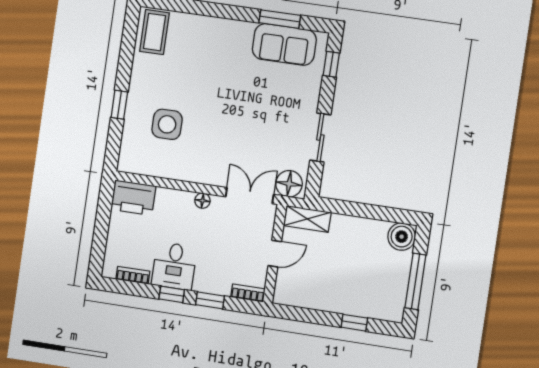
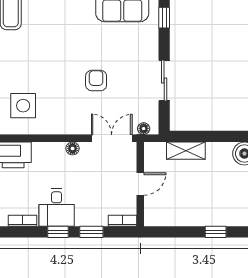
side table: (167, 124) -> (23, 106), moved
armchair: (241, 126) -> (96, 81), added
floor lamp: (289, 184) -> (144, 129), width x0.53, depth x0.53
shelving: (307, 219) -> (186, 151), moved

